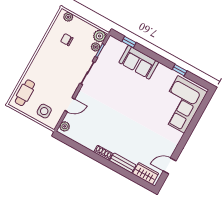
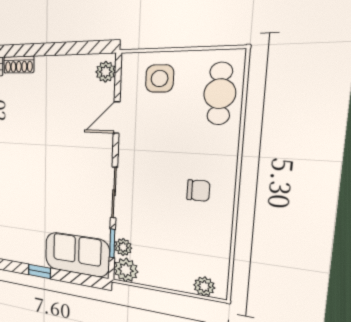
chair: (67, 40) -> (198, 190), moved
window: (129, 42) -> (39, 271), moved
sofa: (139, 62) -> (77, 254), moved

